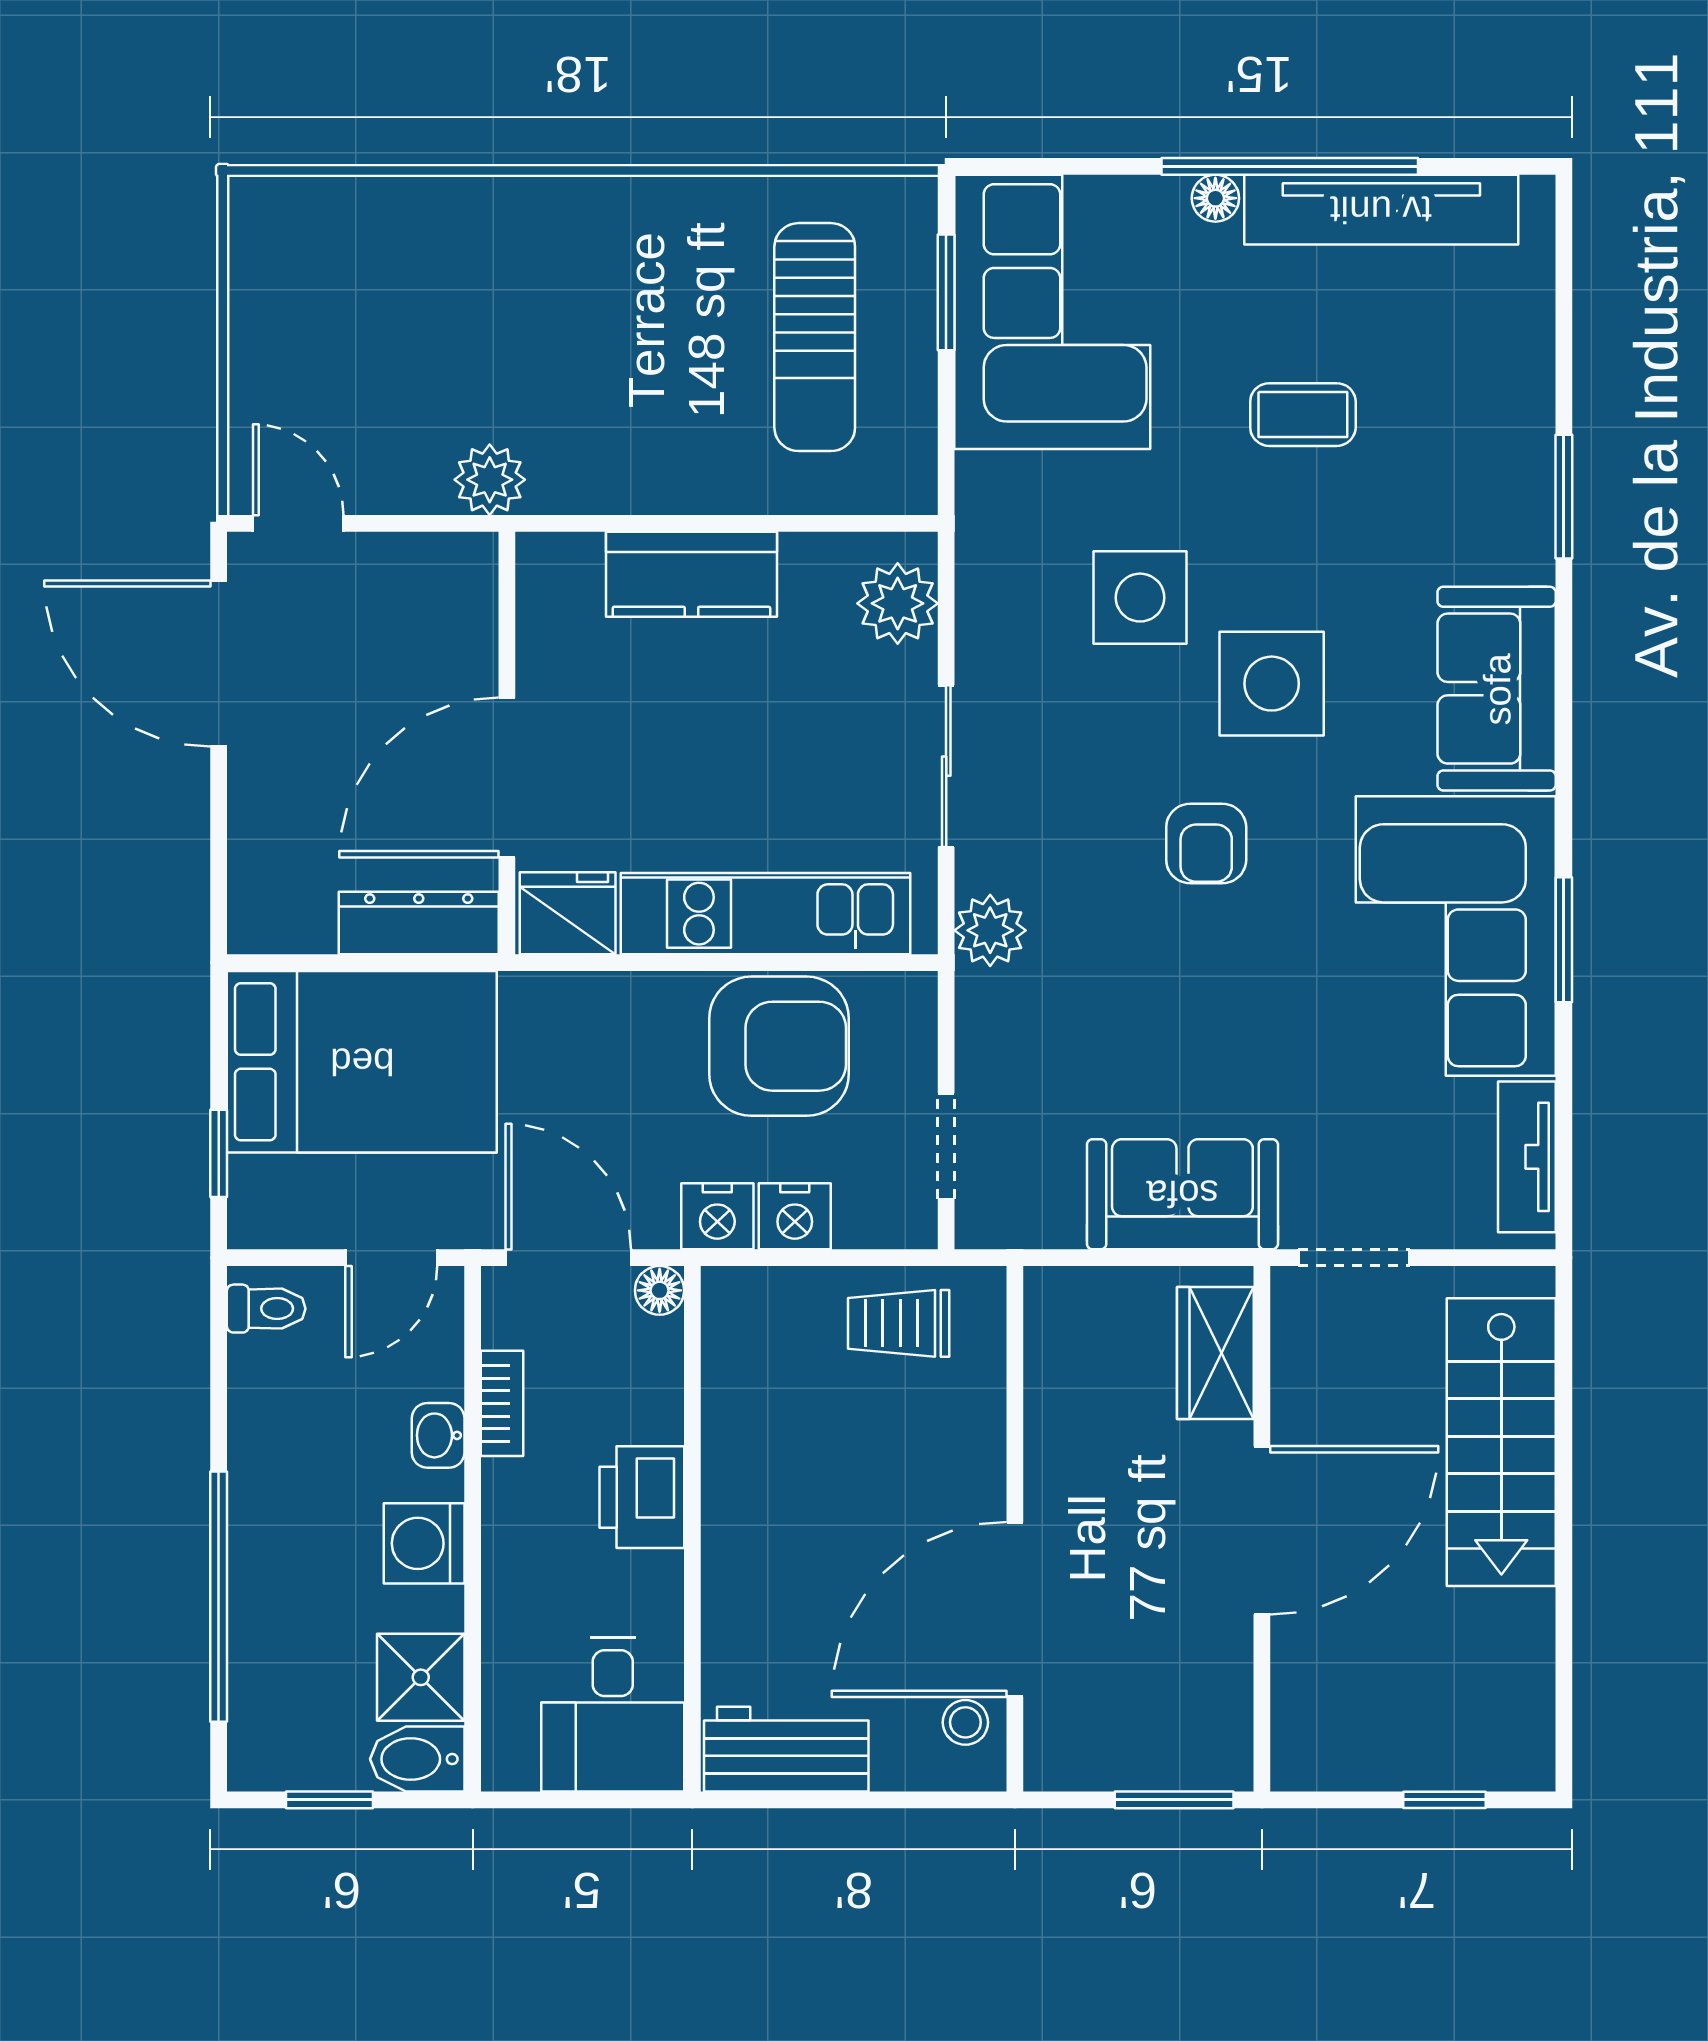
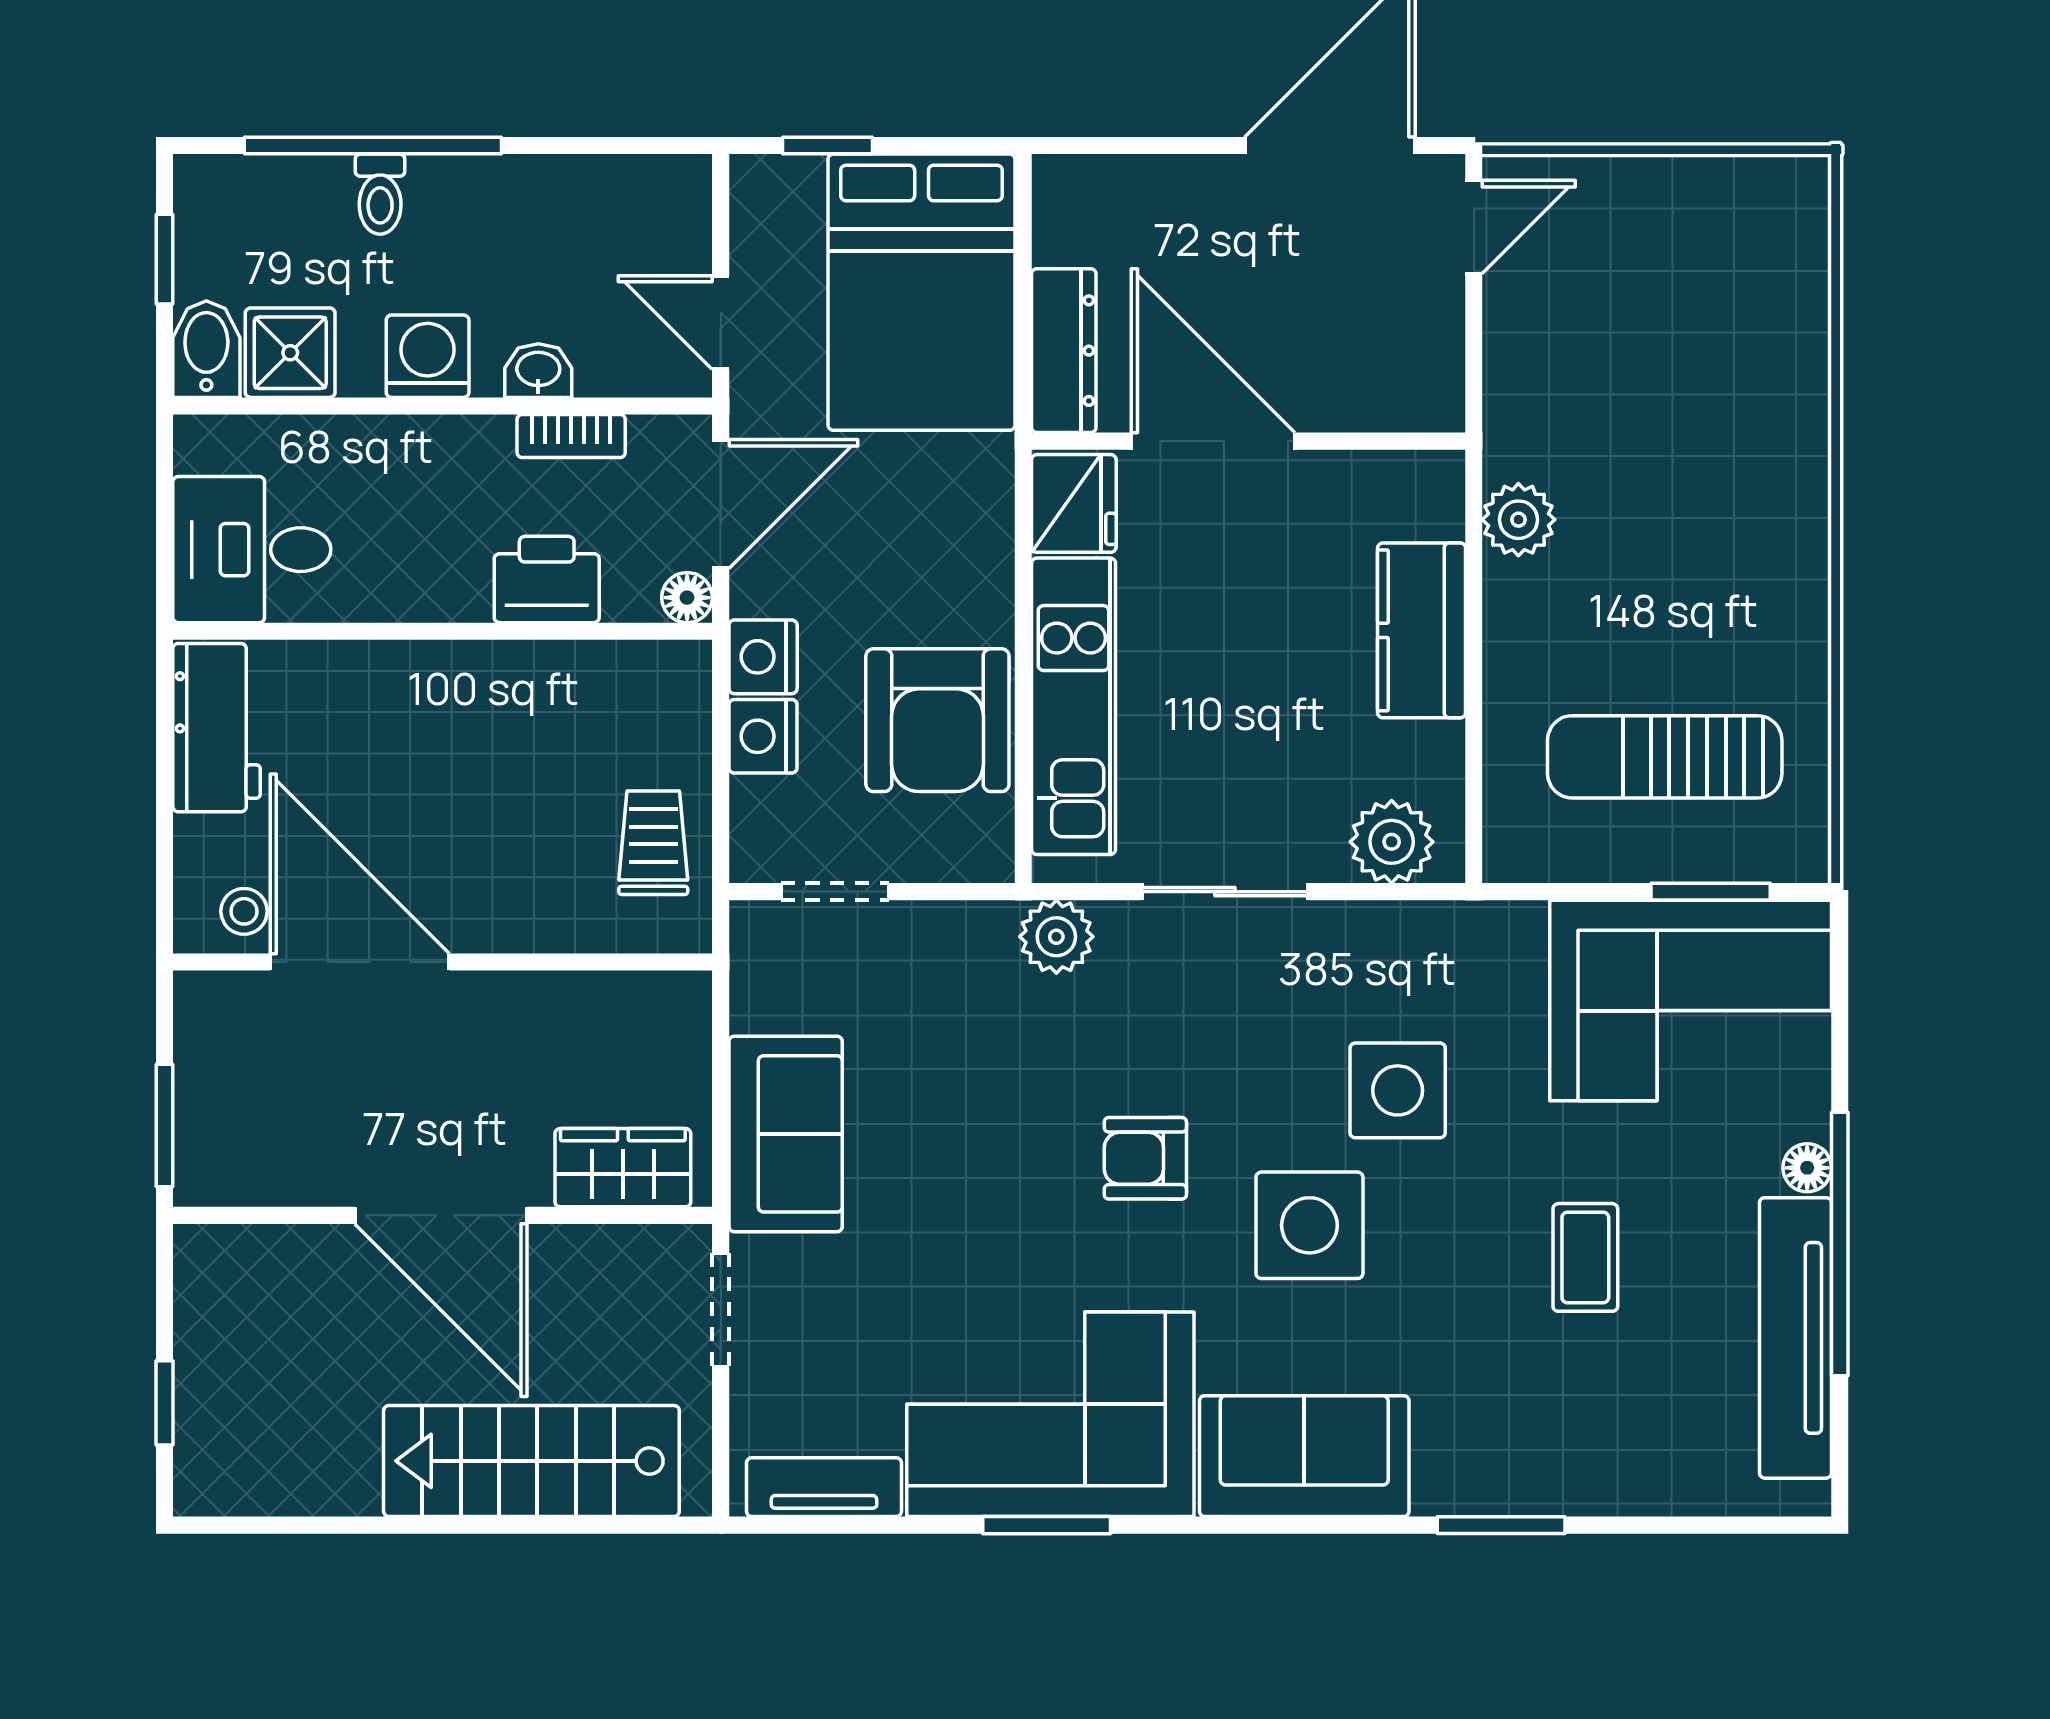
plant: (490, 480) -> (1518, 520), moved
toilet: (266, 1309) -> (380, 194), moved
printer: (642, 1497) -> (547, 579), moved

